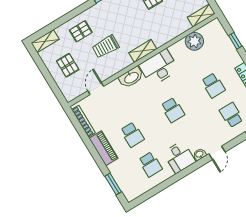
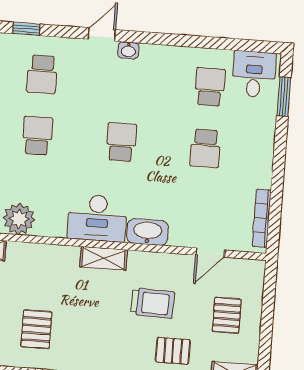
school desk: (132, 135) -> (205, 148), turned 180
piano: (104, 148) -> (261, 158), removed
desk: (179, 157) -> (254, 74), moved

